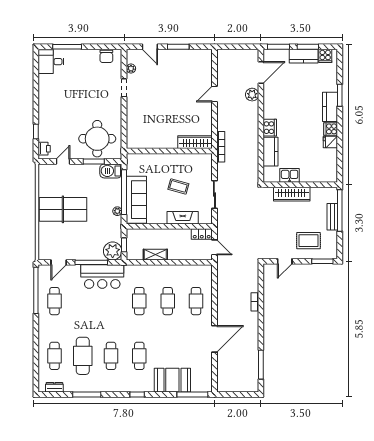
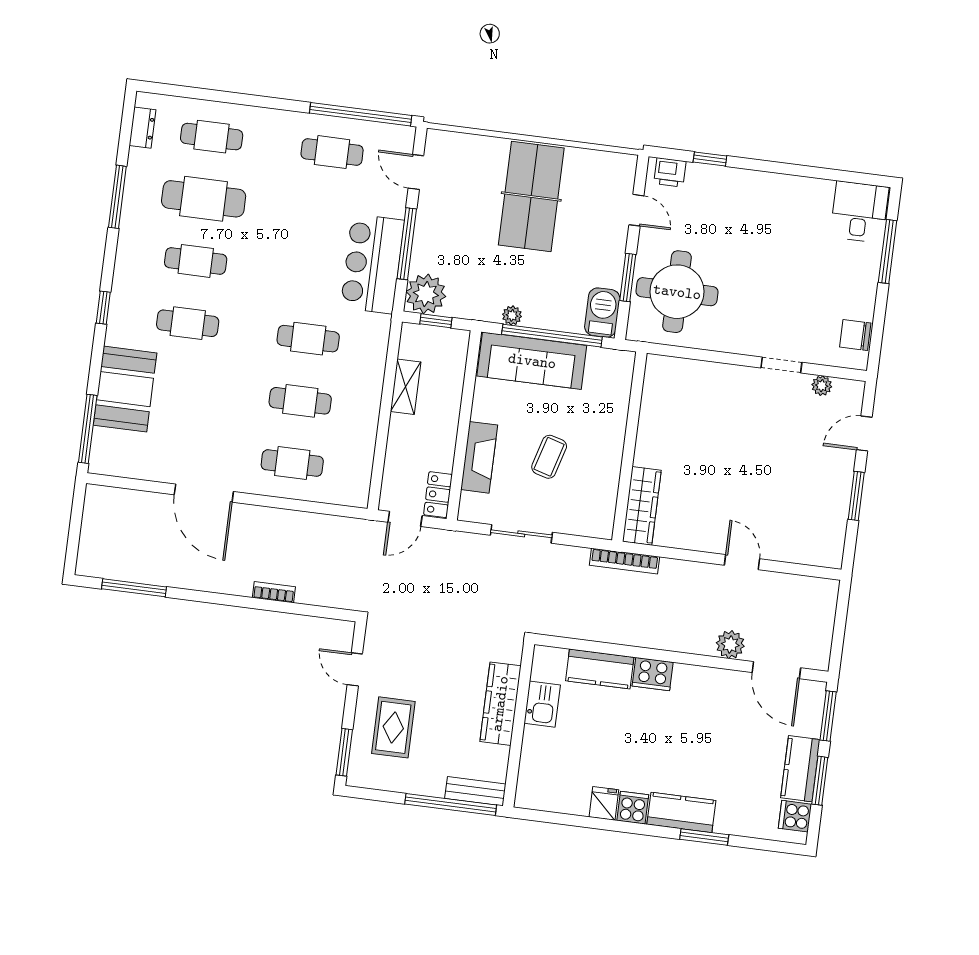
bench: (332, 217) -> (475, 791), moved

